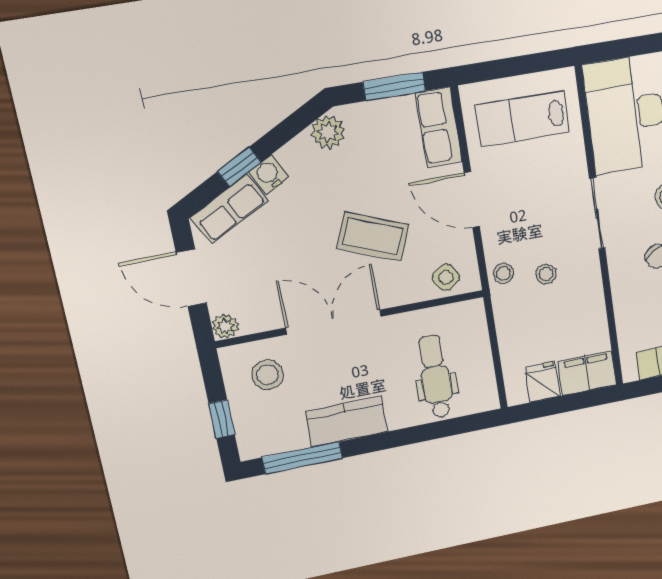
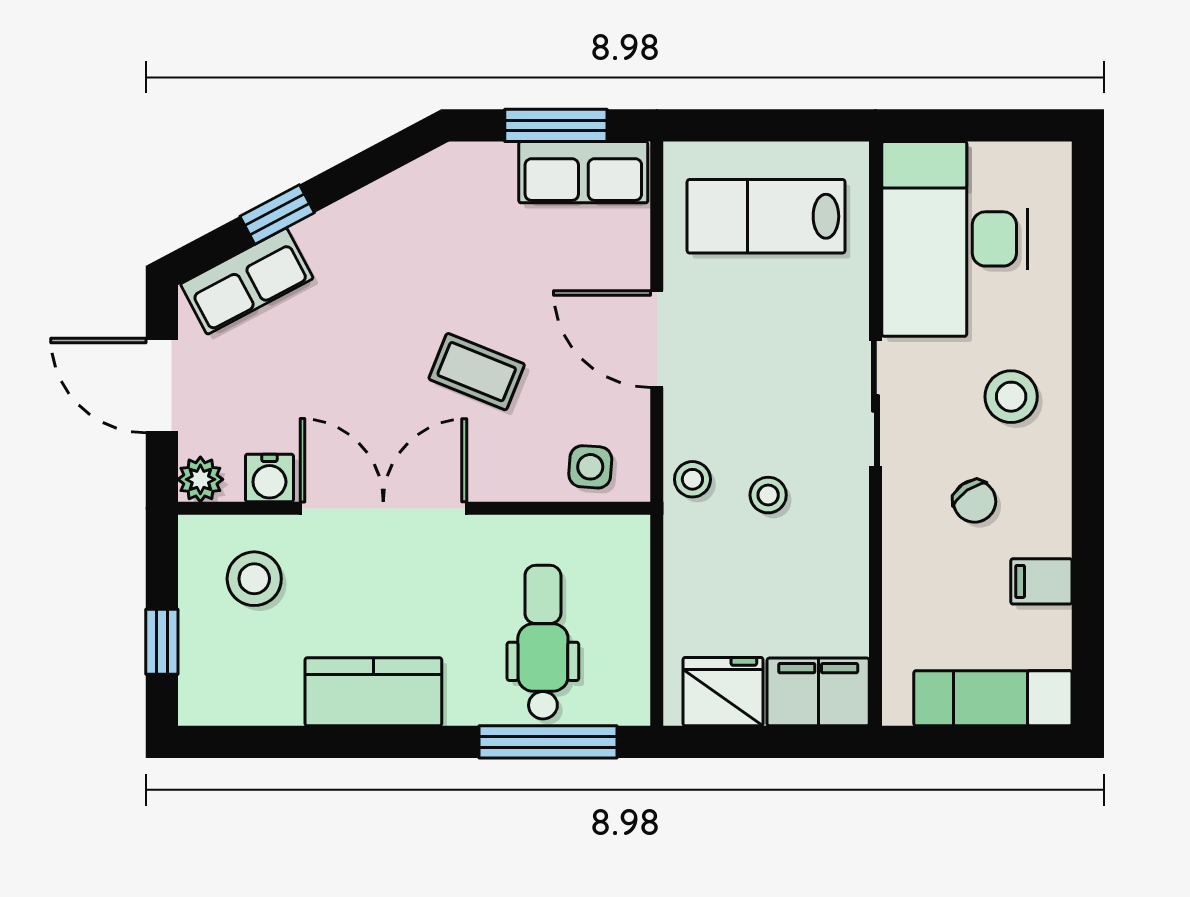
row of seats: (439, 127) -> (583, 172), moved, turned -90
plant: (328, 132) -> (433, 182), removed
water cooler: (269, 174) -> (269, 478), moved, turned -152
coffee table: (373, 236) -> (477, 372), width x0.73, depth x0.77
side table: (446, 277) -> (590, 467), turned 38
fridge: (543, 382) -> (723, 692), width x1.38
window: (302, 458) -> (548, 742), moved

